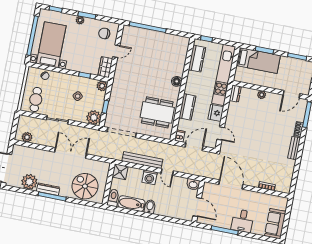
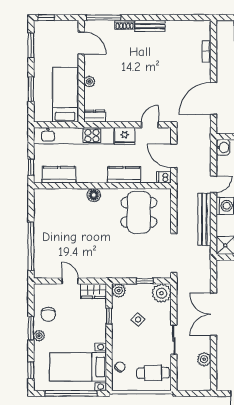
chair: (104, 33) -> (48, 314), moved
bed: (258, 60) -> (65, 95), moved
plant: (27, 137) -> (204, 359), moved

